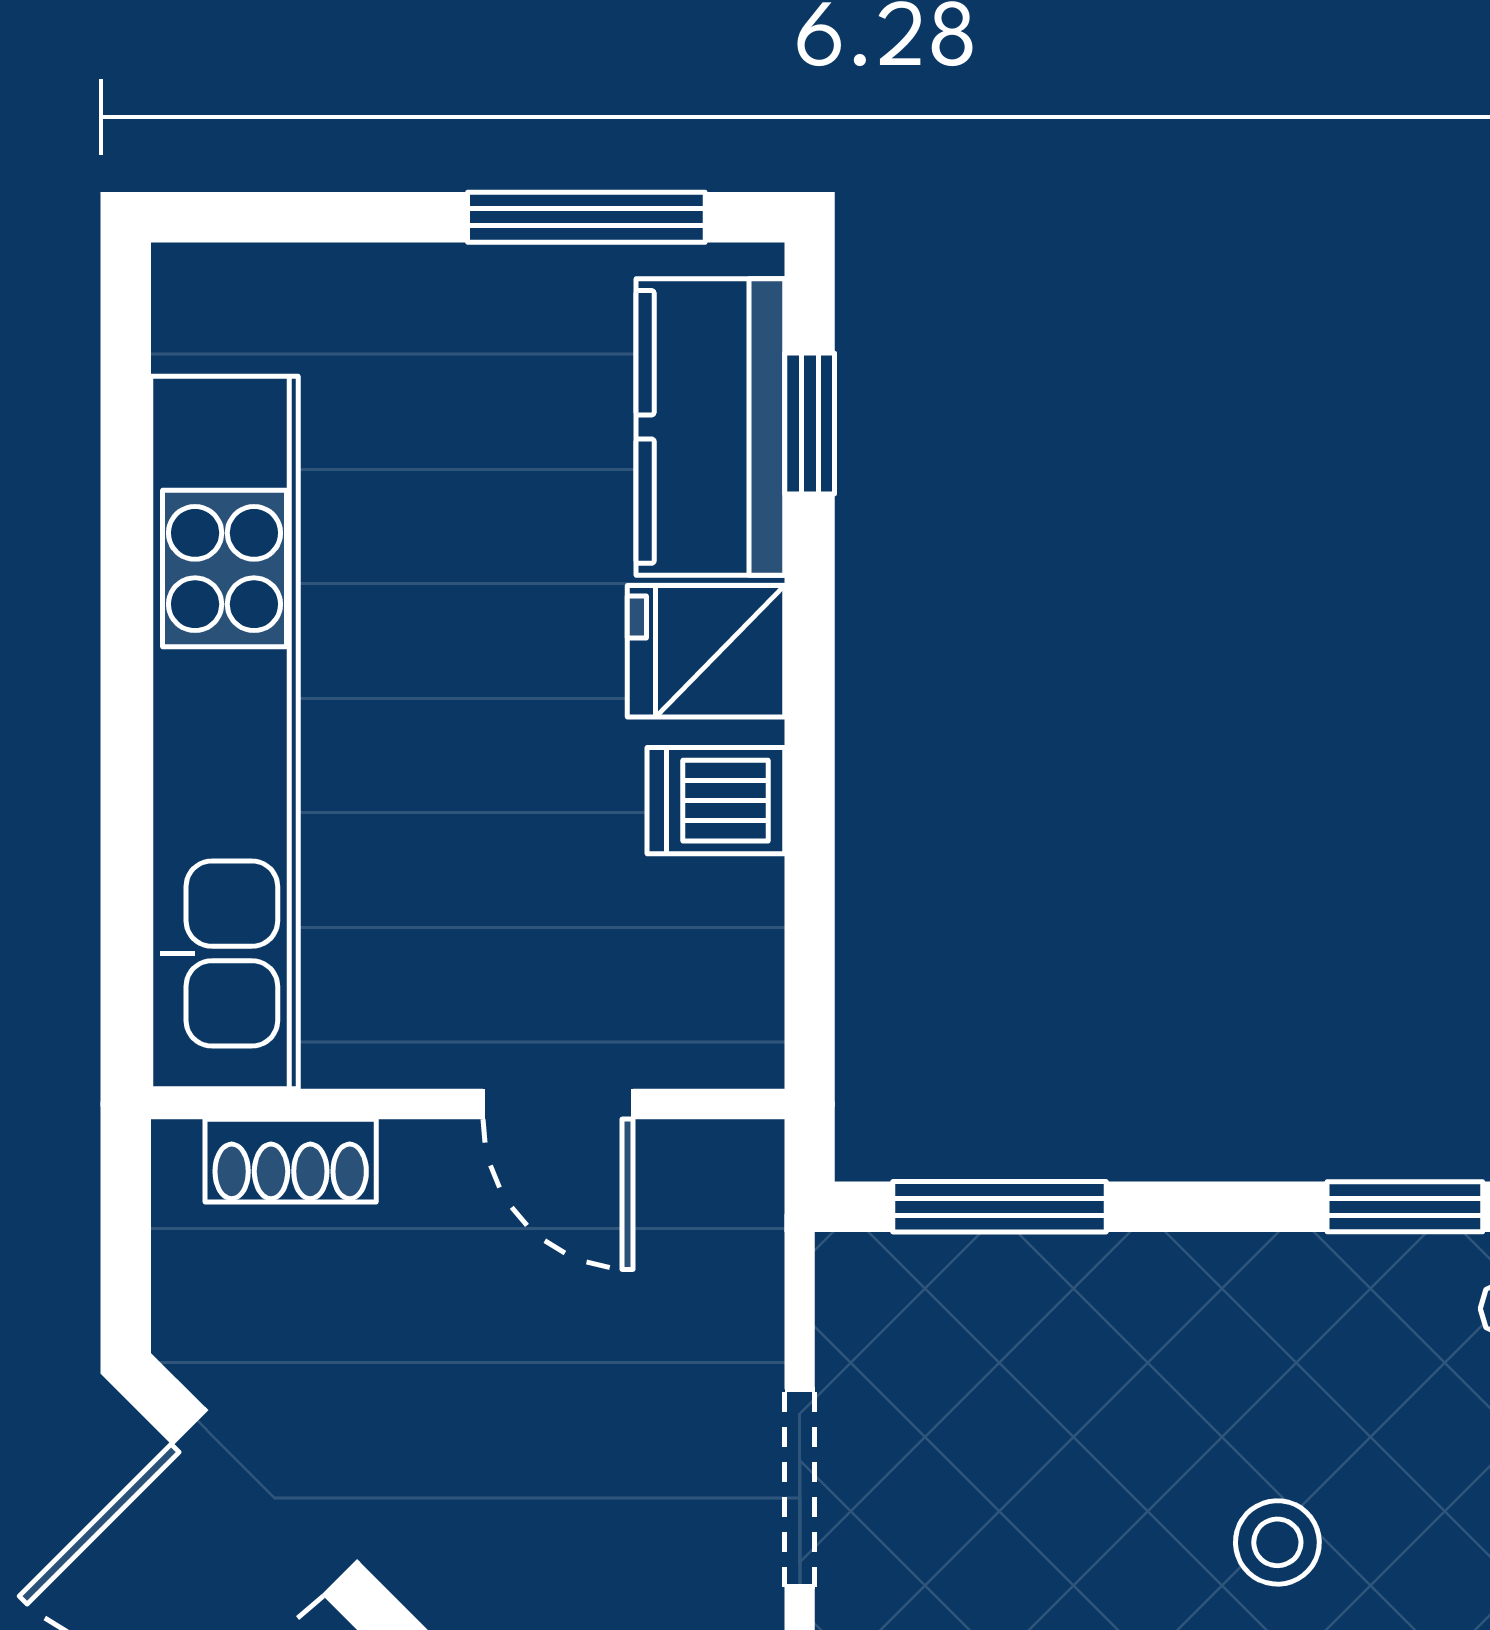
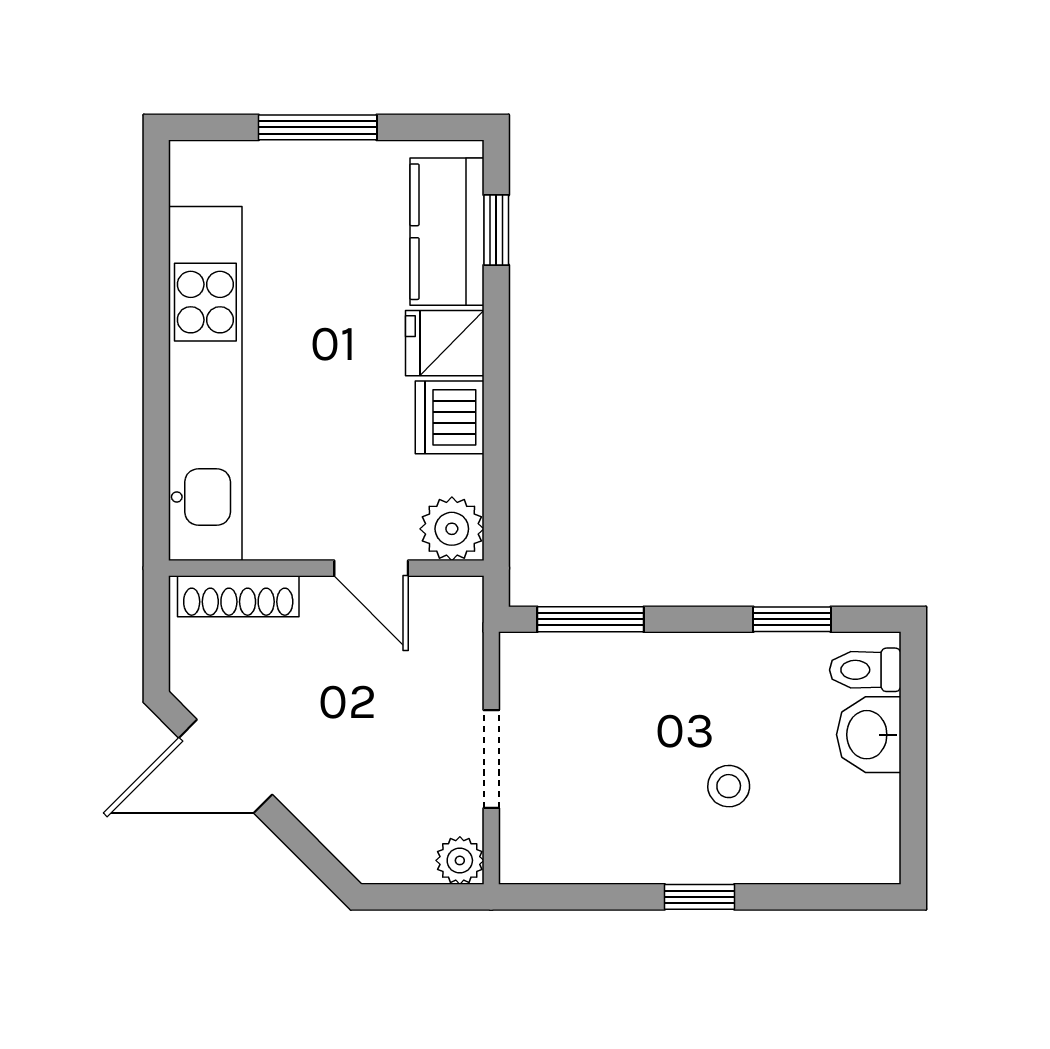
window: (586, 217) -> (318, 127), moved
dishwasher: (716, 801) -> (450, 417), width x1.38
plant: (720, 1025) -> (452, 529), added
shoe rack: (291, 1161) -> (238, 596), width x1.43

